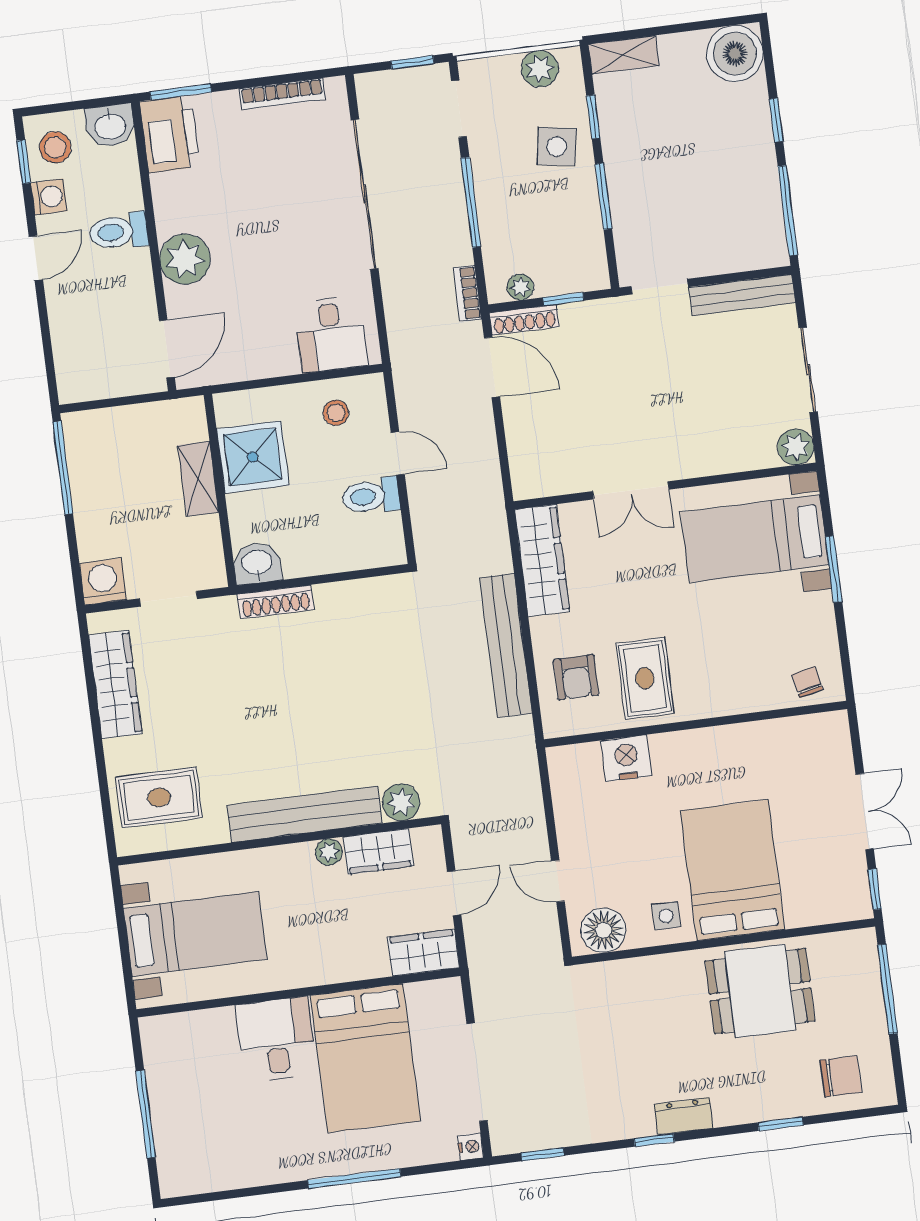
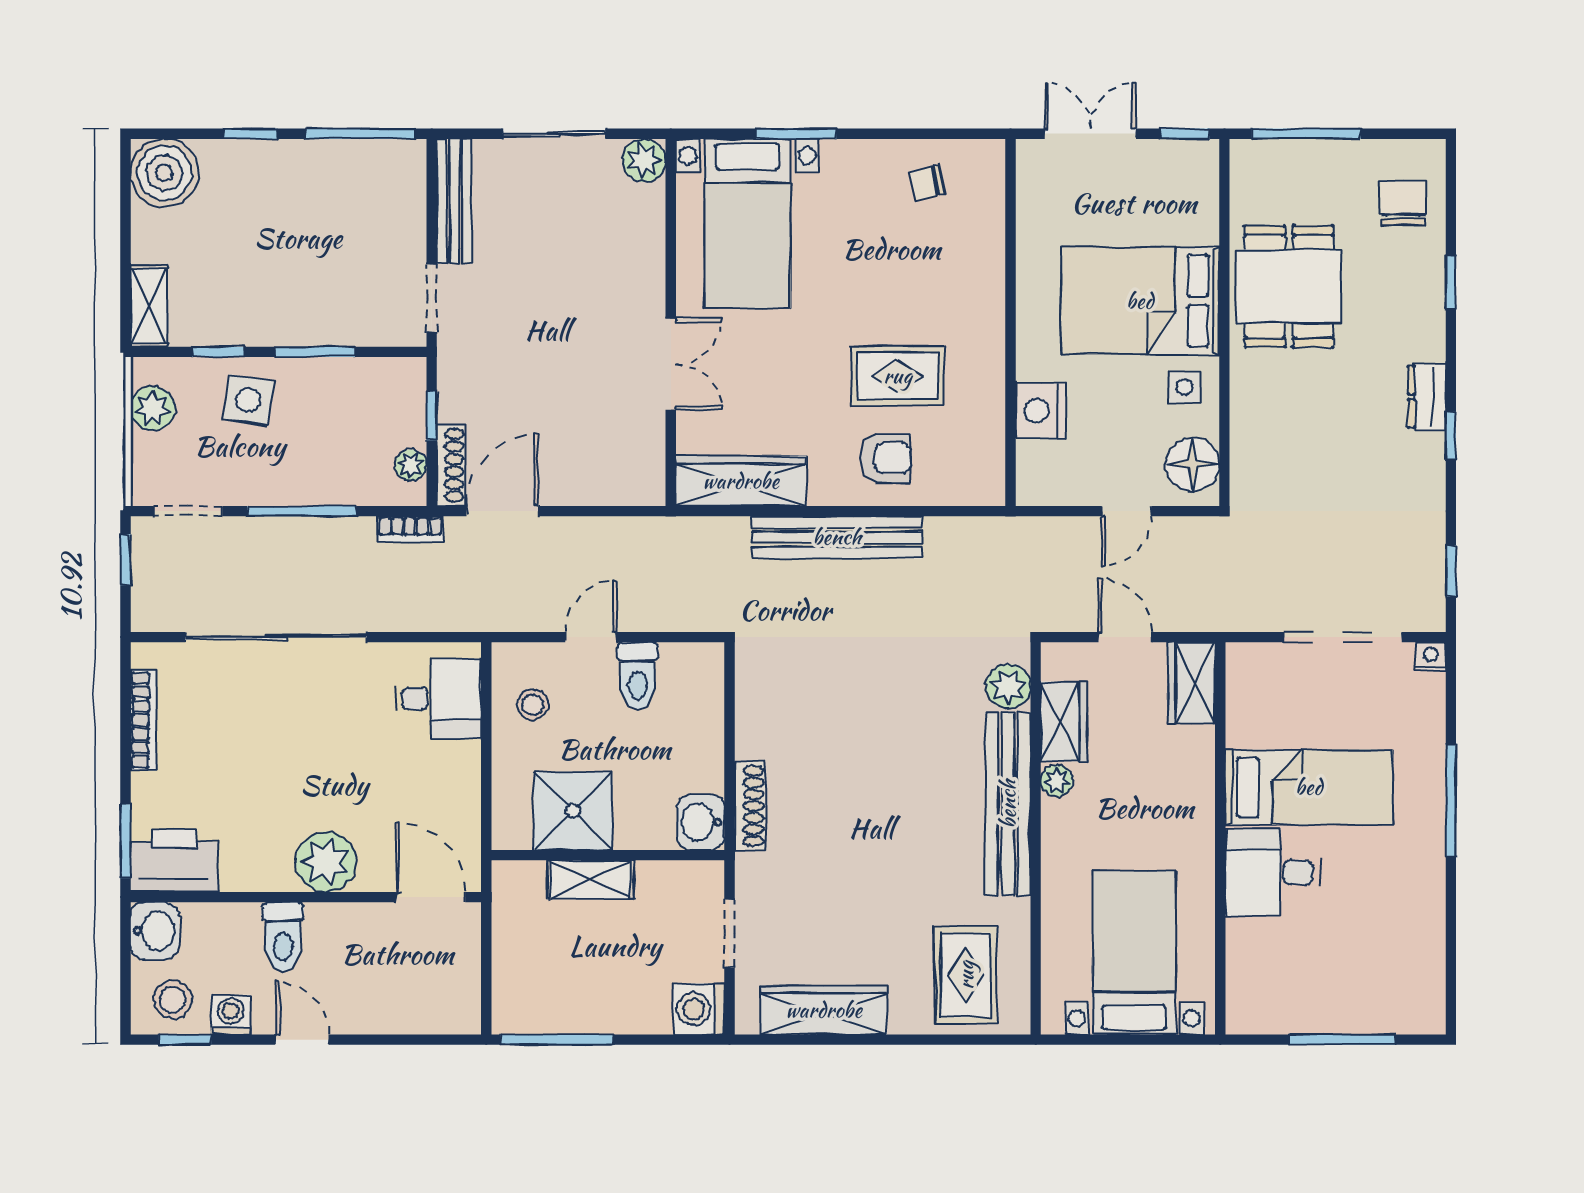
wall: (696, 724) -> (1011, 322), moved
nightstand: (626, 758) -> (1041, 411), moved
bed: (365, 1058) -> (1309, 787), width x0.67

